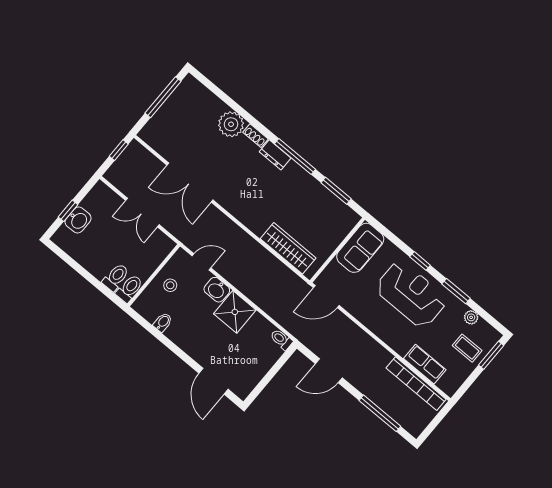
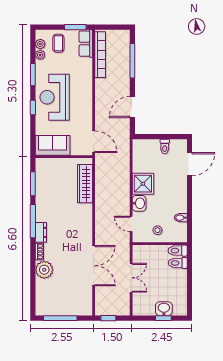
plant: (483, 328) -> (40, 44), added
toilet: (281, 339) -> (165, 147), moved
window: (491, 355) -> (75, 27), moved
row of seats: (425, 364) -> (86, 44), moved
door: (329, 371) -> (132, 107), swing flipped

